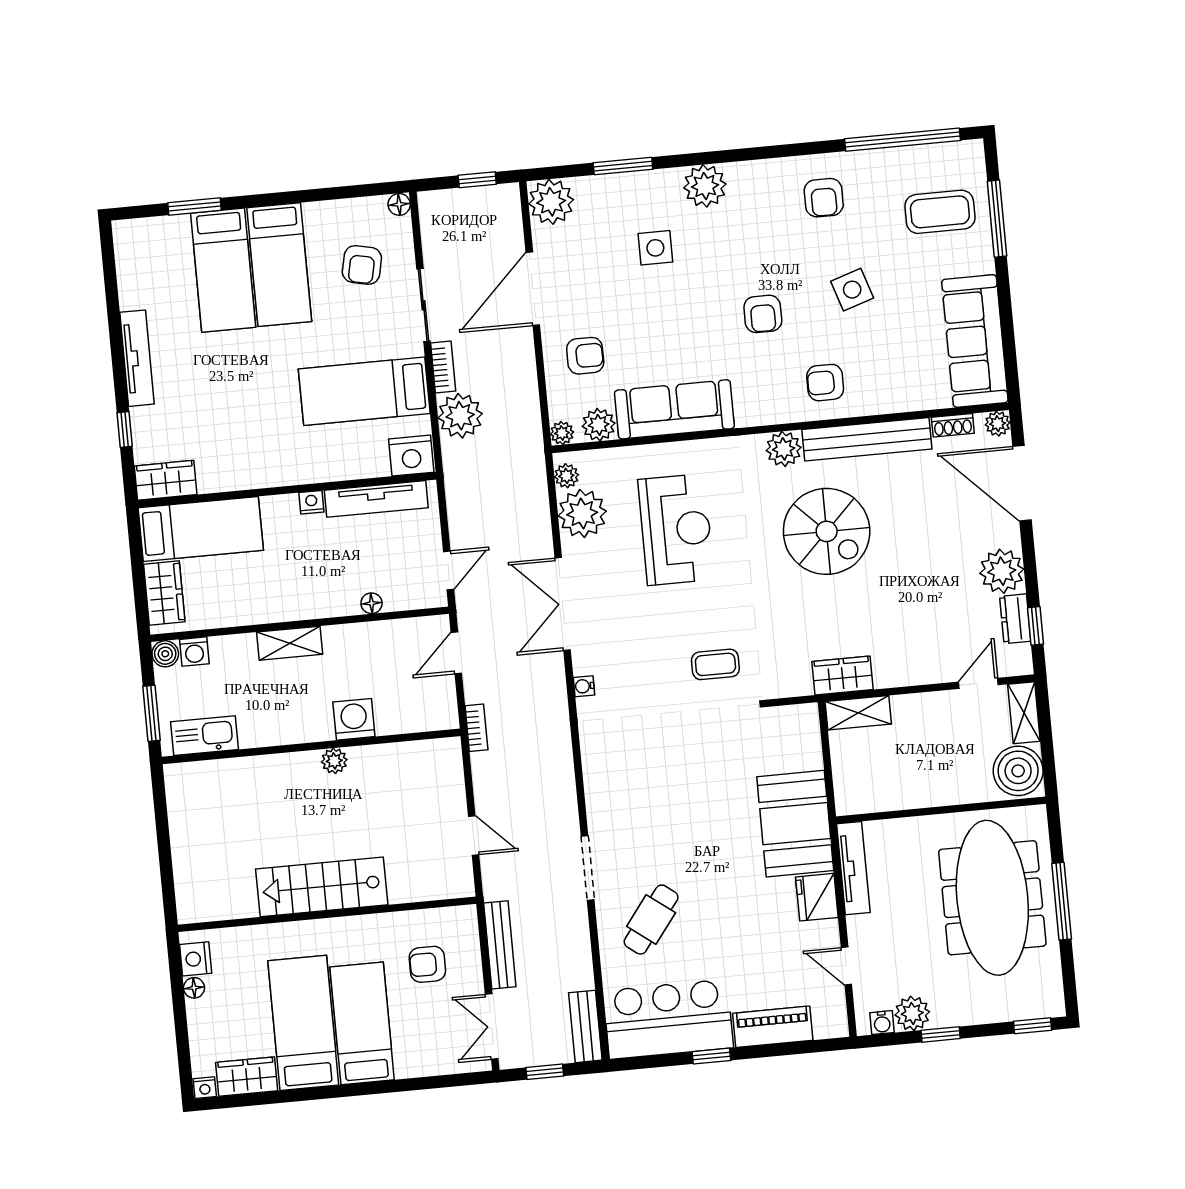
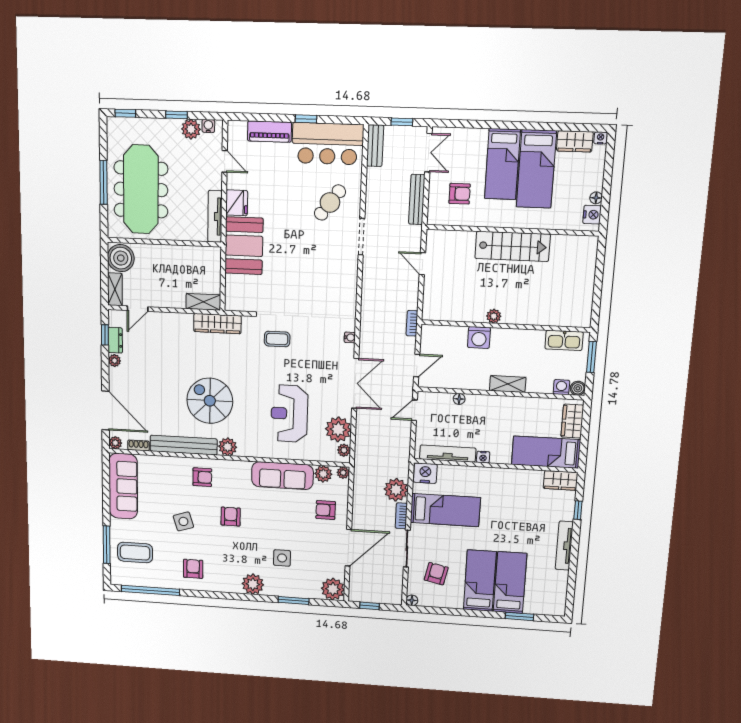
plant: (1002, 571) -> (115, 361), width x0.53, depth x0.53
wardrobe: (842, 675) -> (217, 324), width x1.50

